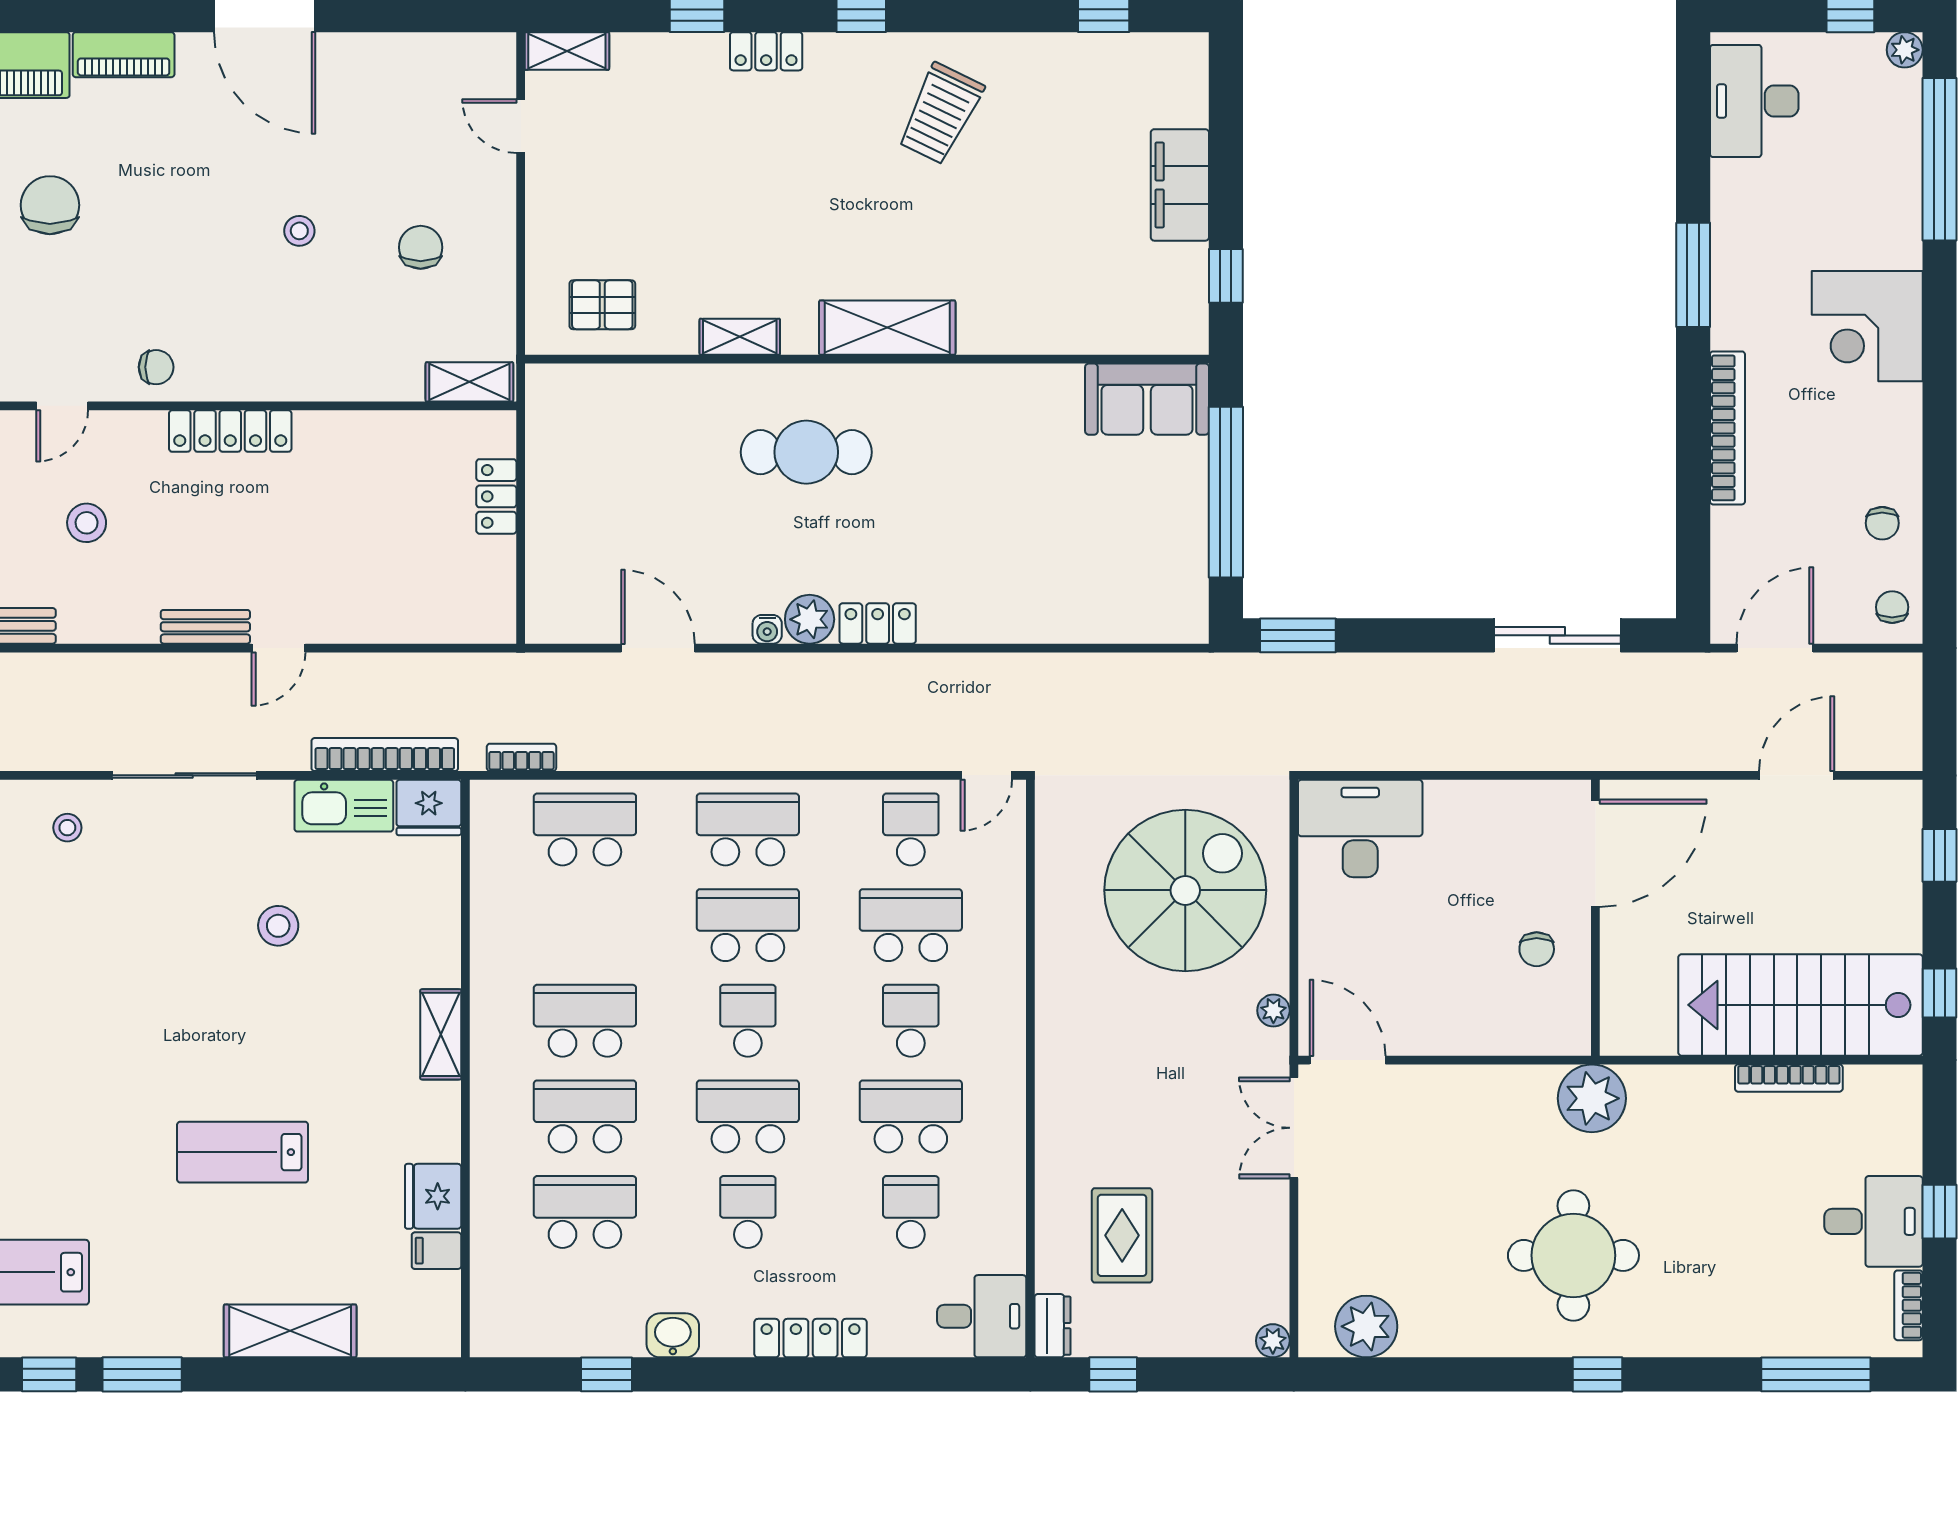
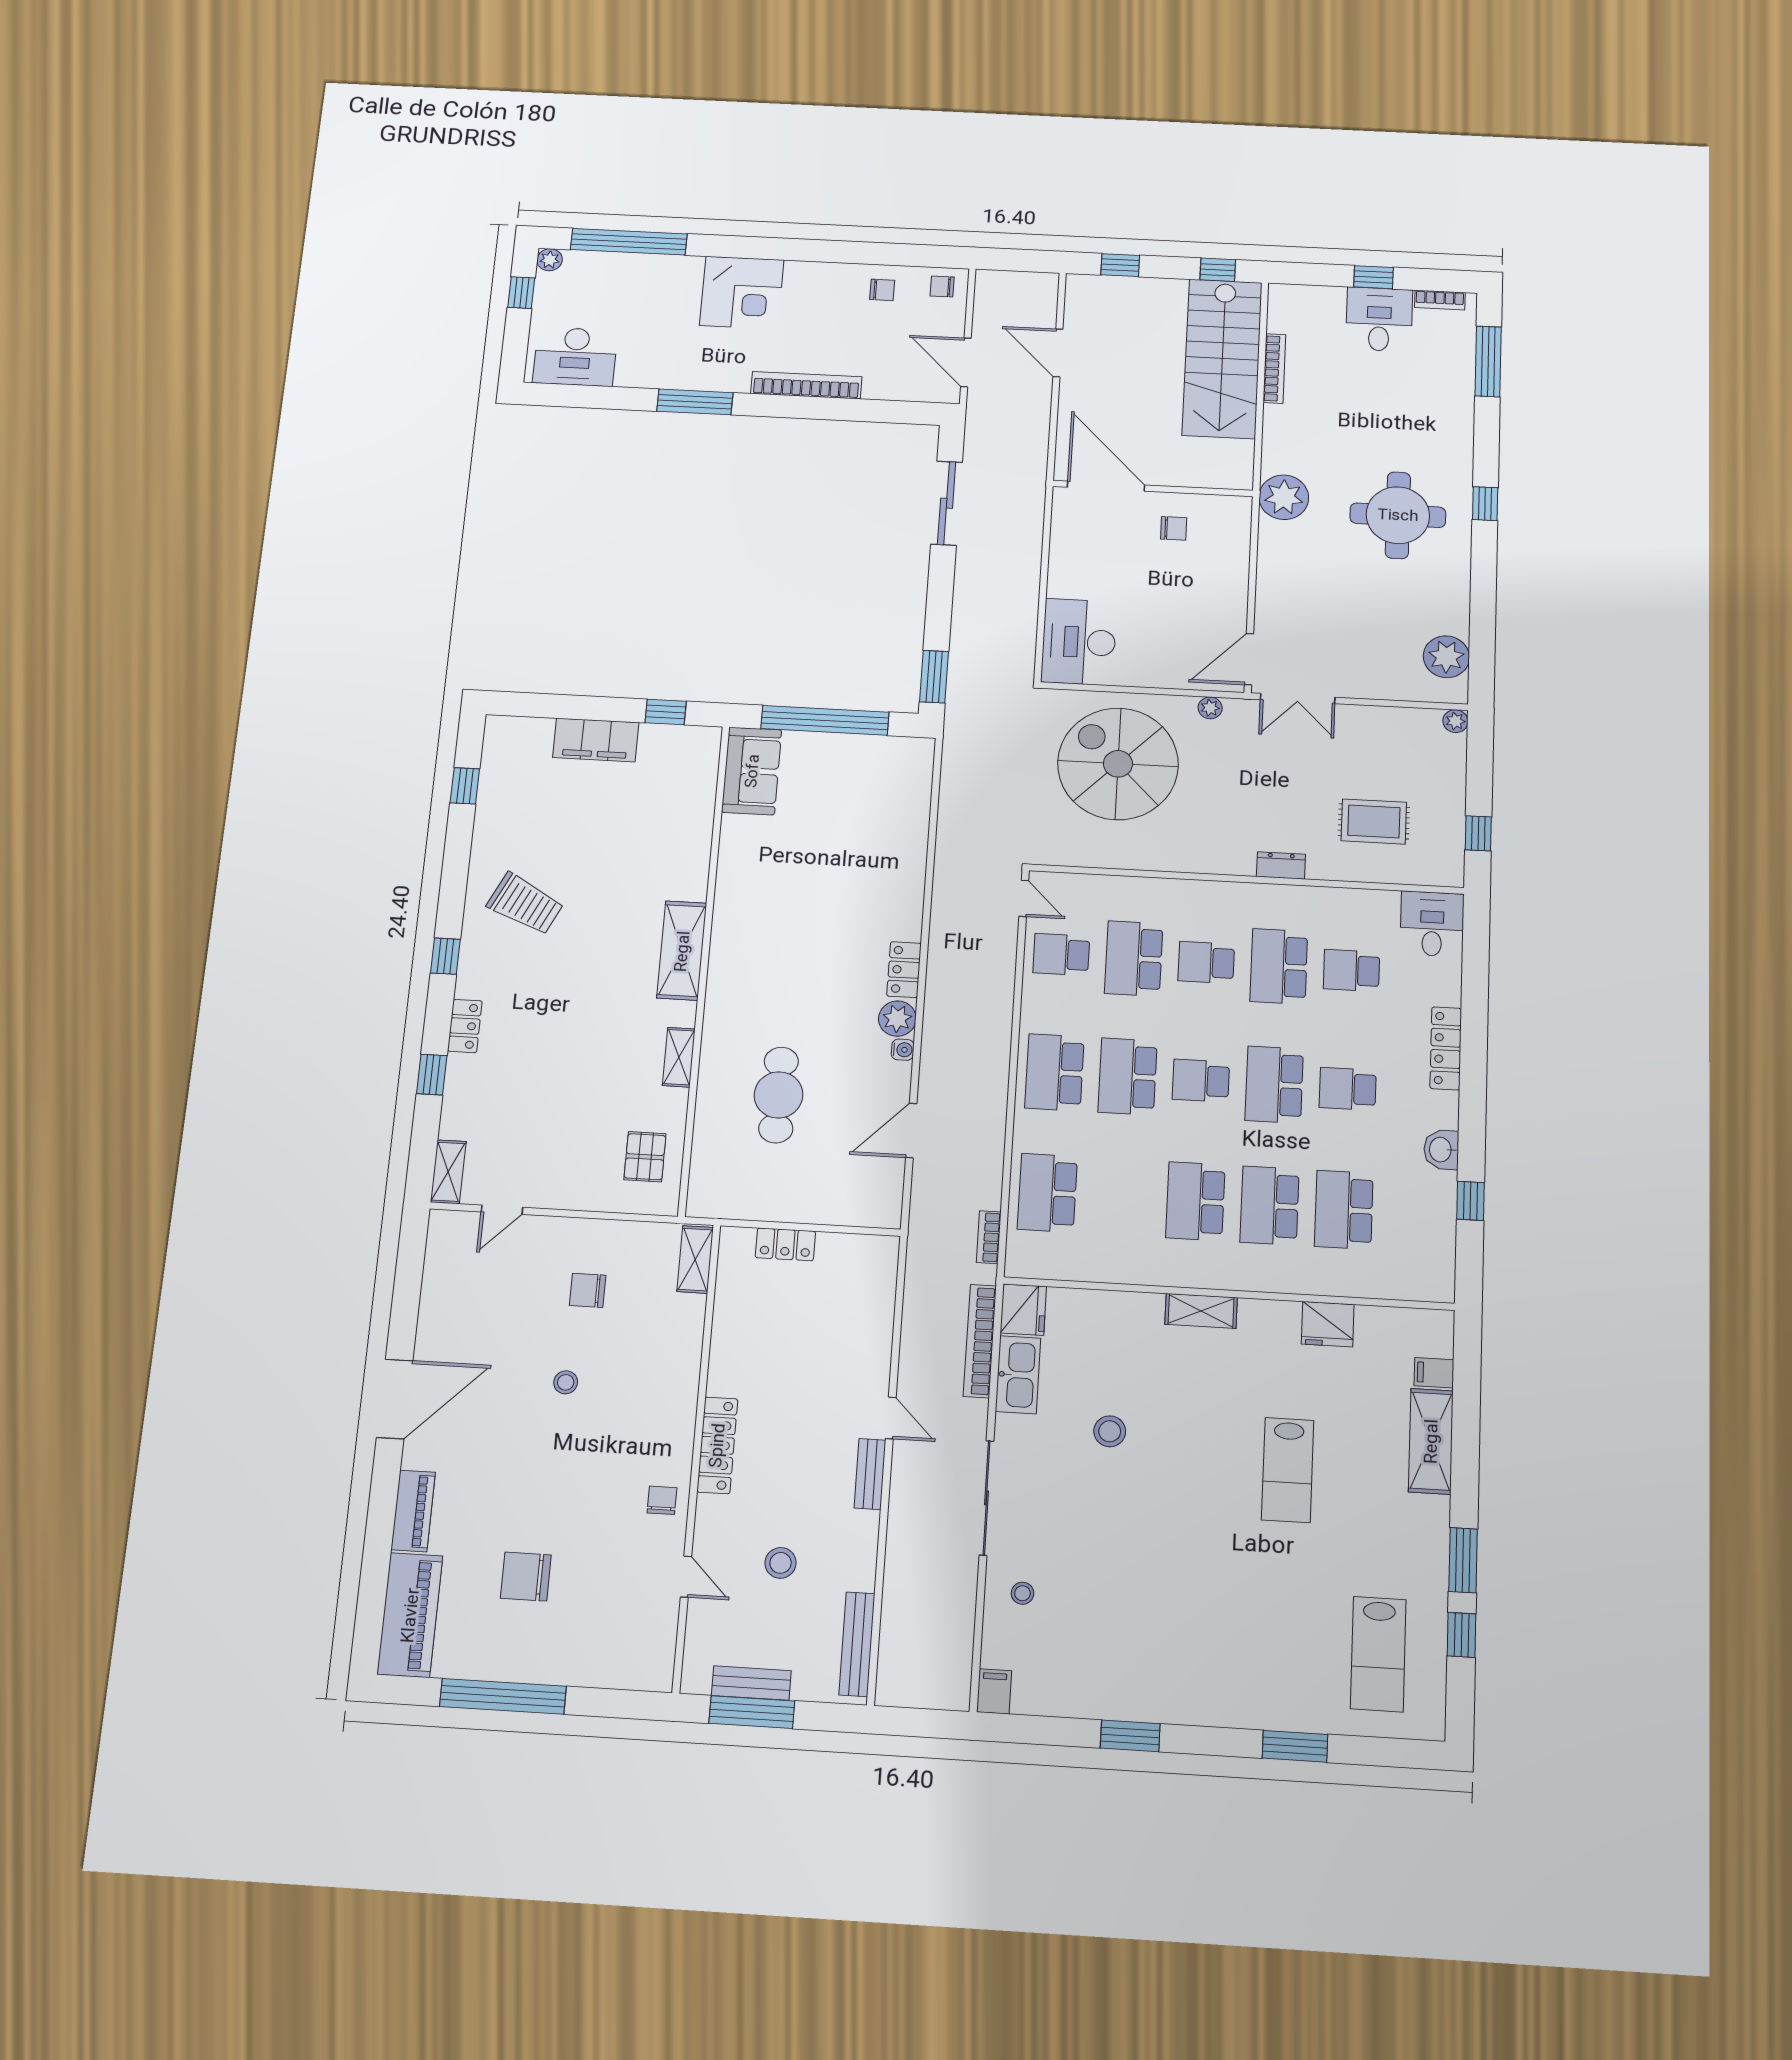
cafe table: (806, 452) -> (779, 1095), moved
filing cabinet: (436, 1251) -> (1434, 1373), moved, turned 90
dresser: (1052, 1326) -> (1281, 865), moved

